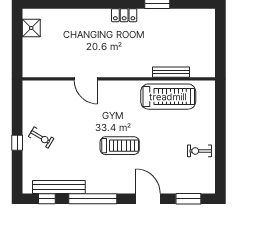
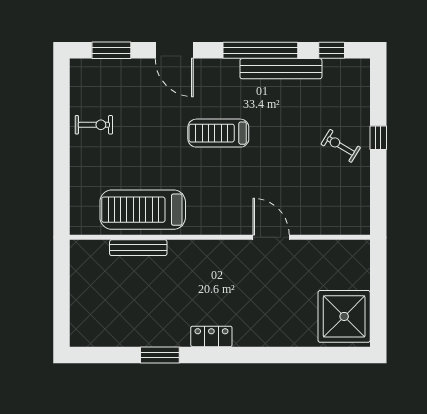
shower: (31, 28) -> (344, 316), width x1.86, depth x1.86
bench: (59, 187) -> (281, 69), moved

